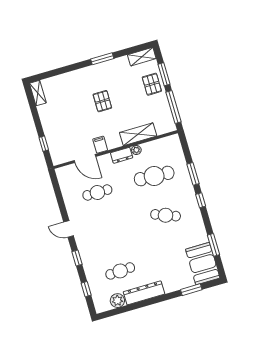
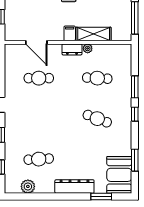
filing cabinet: (100, 145) -> (70, 33), moved
cafe table: (154, 176) -> (97, 78), width x0.73, depth x0.74
dresser: (144, 293) -> (74, 186), moved

